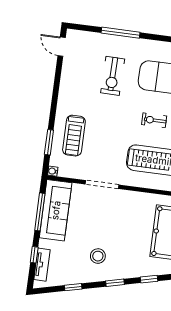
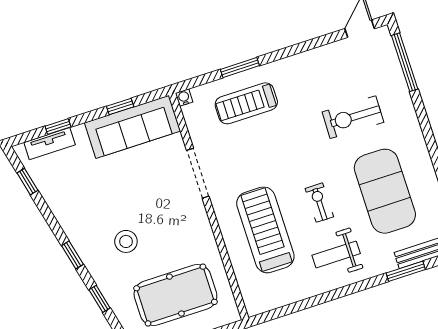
window: (120, 33) -> (405, 62), moved
window: (49, 142) -> (240, 67), moved
window: (40, 212) -> (120, 106), width x0.46
stool: (98, 256) -> (126, 241), moved
window: (73, 287) -> (27, 182), moved

